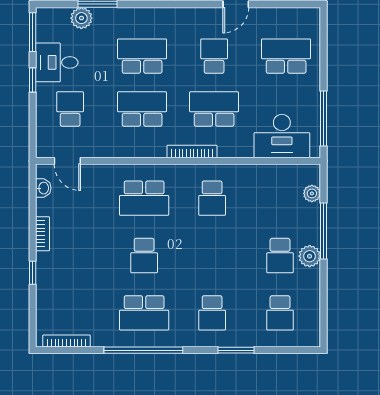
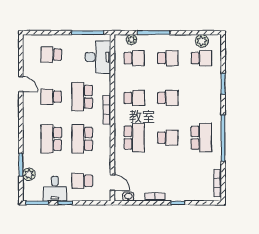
school desk: (286, 56) -> (51, 55), width x0.54
door: (67, 161) -> (112, 183), hinge flipped
school desk: (280, 198) -> (134, 58), added
plant: (310, 256) -> (202, 41), moved
school desk: (212, 313) -> (168, 98), moved

